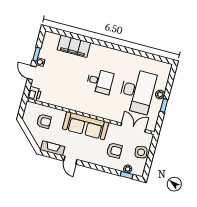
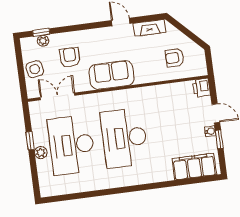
filing cabinet: (74, 46) -> (194, 167), moved
desk: (100, 81) -> (124, 138), width x1.87, depth x1.30
sofa: (86, 126) -> (111, 75), width x0.73
double door: (133, 128) -> (58, 96), swing flipped
armchair: (114, 150) -> (70, 57), turned 90

